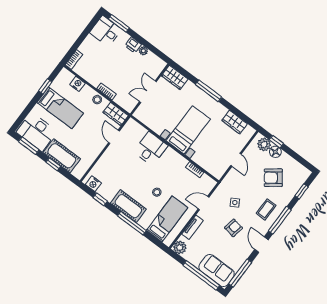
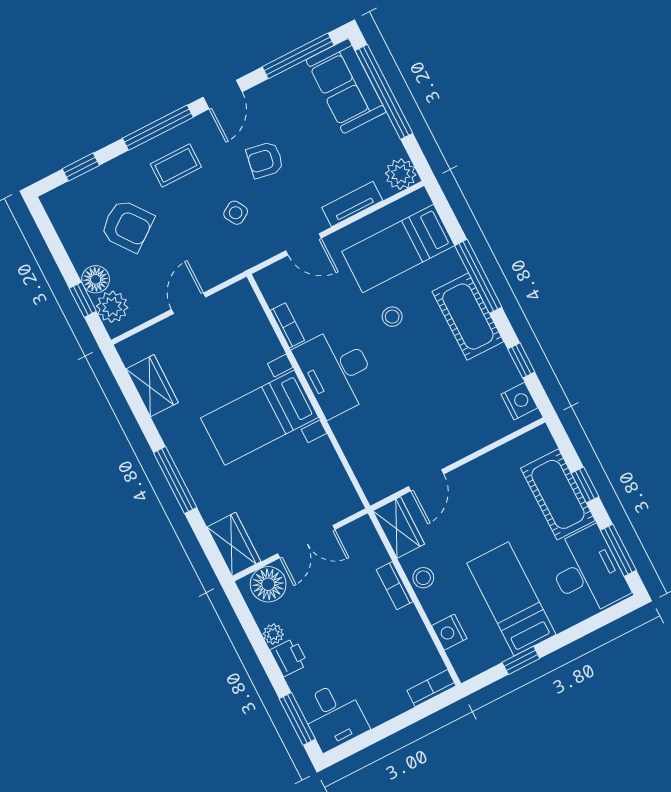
floor lamp: (154, 69) -> (268, 584), added
desk: (151, 149) -> (337, 371), moved, width x1.37

